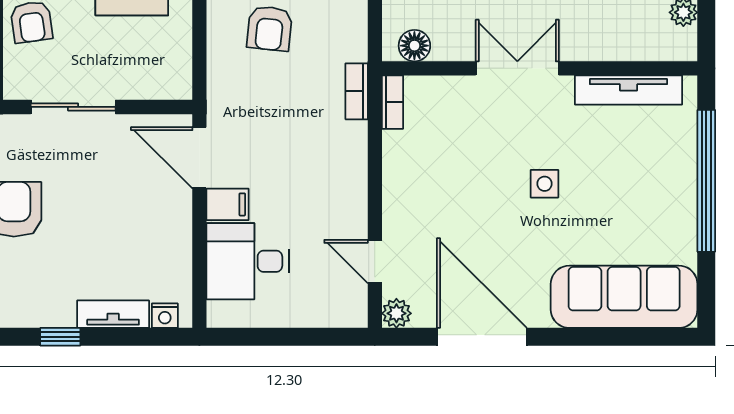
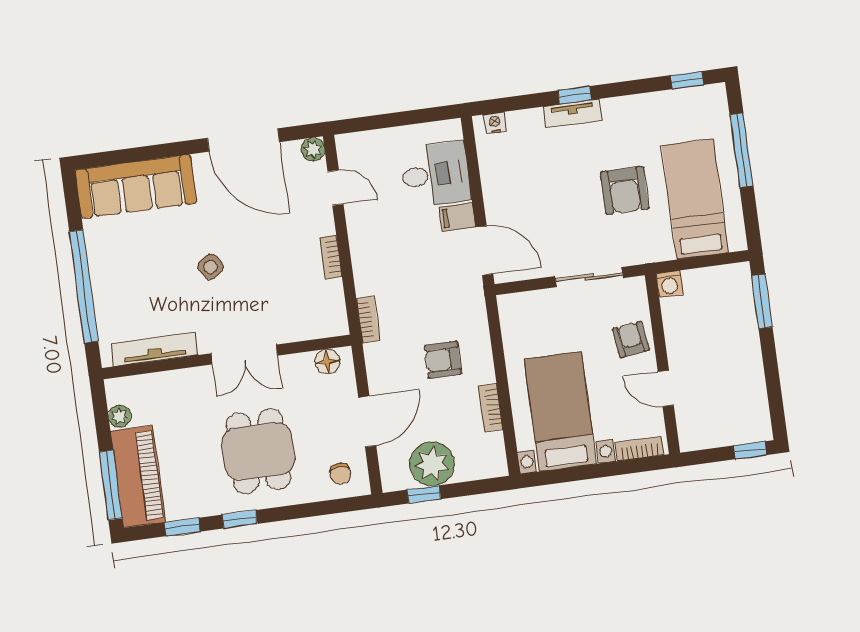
armchair: (270, 28) -> (443, 360), turned -96
bookcase: (392, 102) -> (331, 257), moved
side table: (545, 184) -> (210, 267), turned -35
tv unit: (113, 314) -> (573, 114), moved

